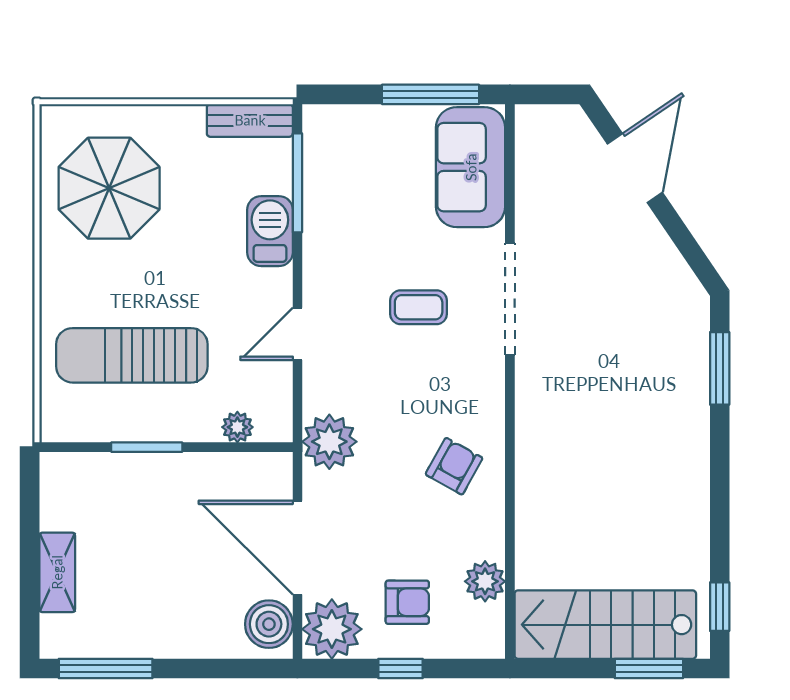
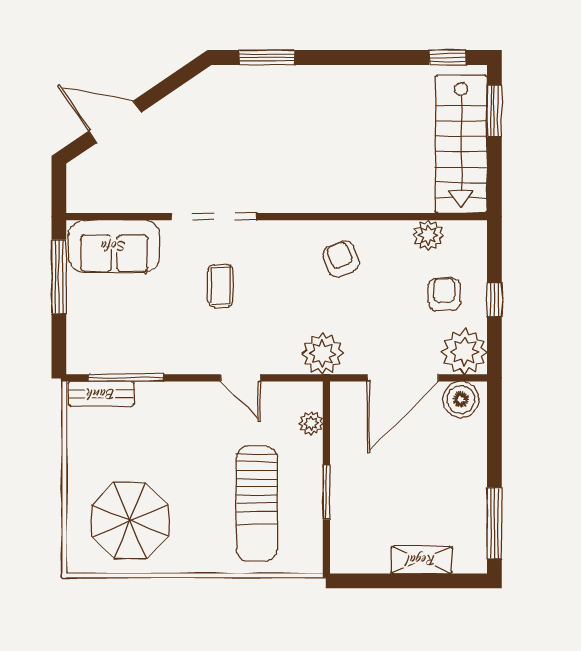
bench: (250, 120) -> (101, 394), moved, turned 90
barbecue: (270, 231) -> (163, 399), removed
armchair: (454, 466) -> (341, 259), turned 40

